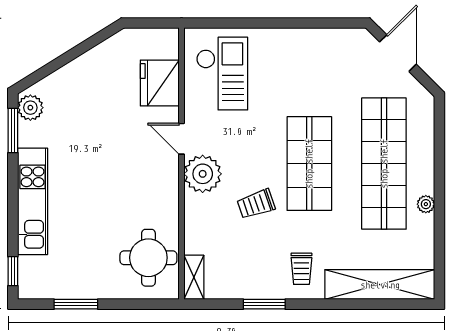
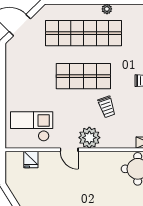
fridge: (160, 83) -> (31, 159), width x0.53, depth x0.75
door: (182, 139) -> (69, 150), hinge flipped

